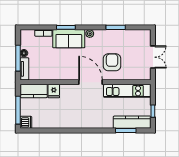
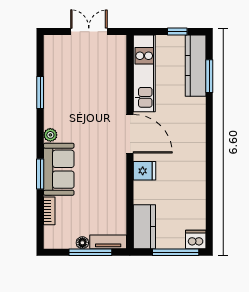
armchair: (112, 62) -> (97, 98), removed
door: (90, 82) -> (130, 134), swing flipped
fridge: (54, 91) -> (144, 171), moved

